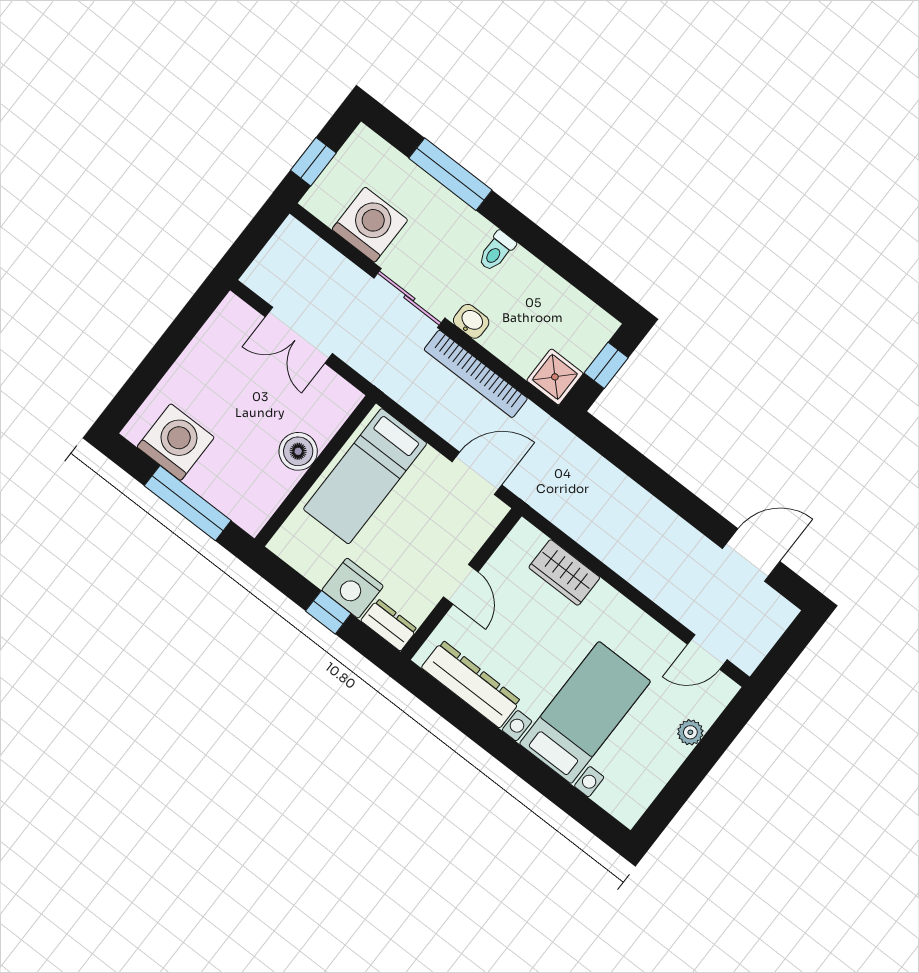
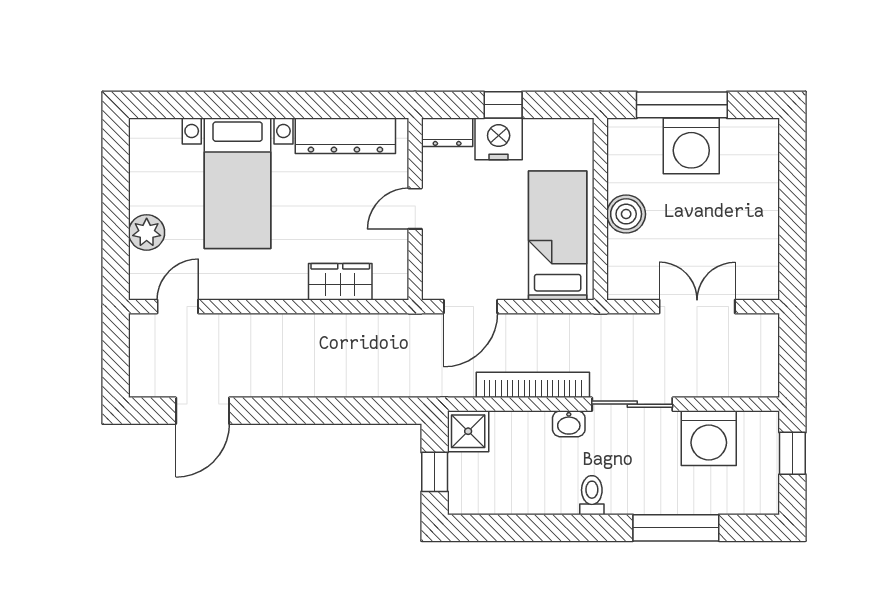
washing machine: (176, 442) -> (691, 146), moved
door: (461, 584) -> (415, 209), hinge flipped
plant: (690, 732) -> (147, 232), width x1.38, depth x1.38

